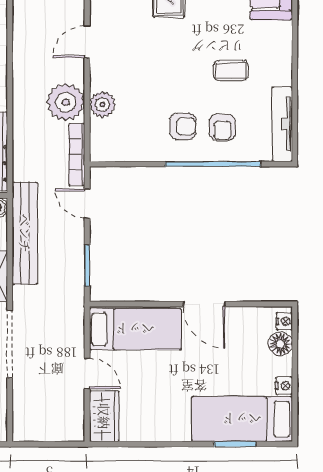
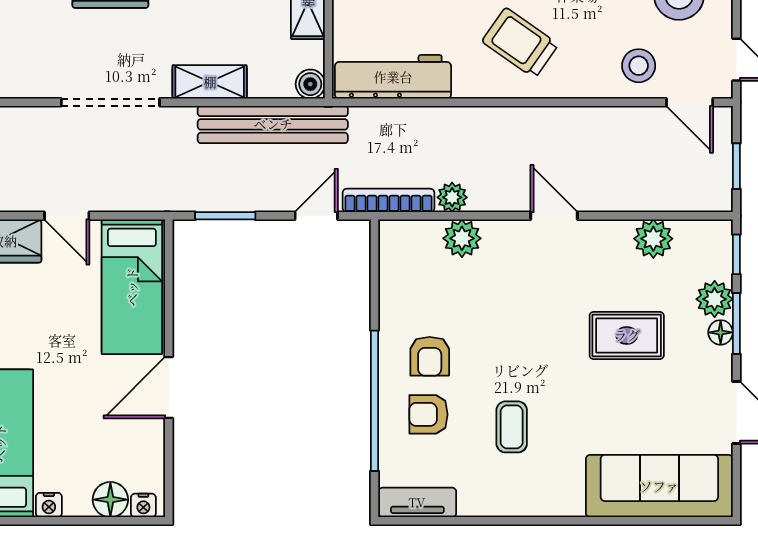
plant: (66, 102) -> (452, 197), width x0.53, depth x0.53
tv unit: (282, 124) -> (417, 502), width x0.71
door: (87, 373) -> (67, 216), hinge flipped

